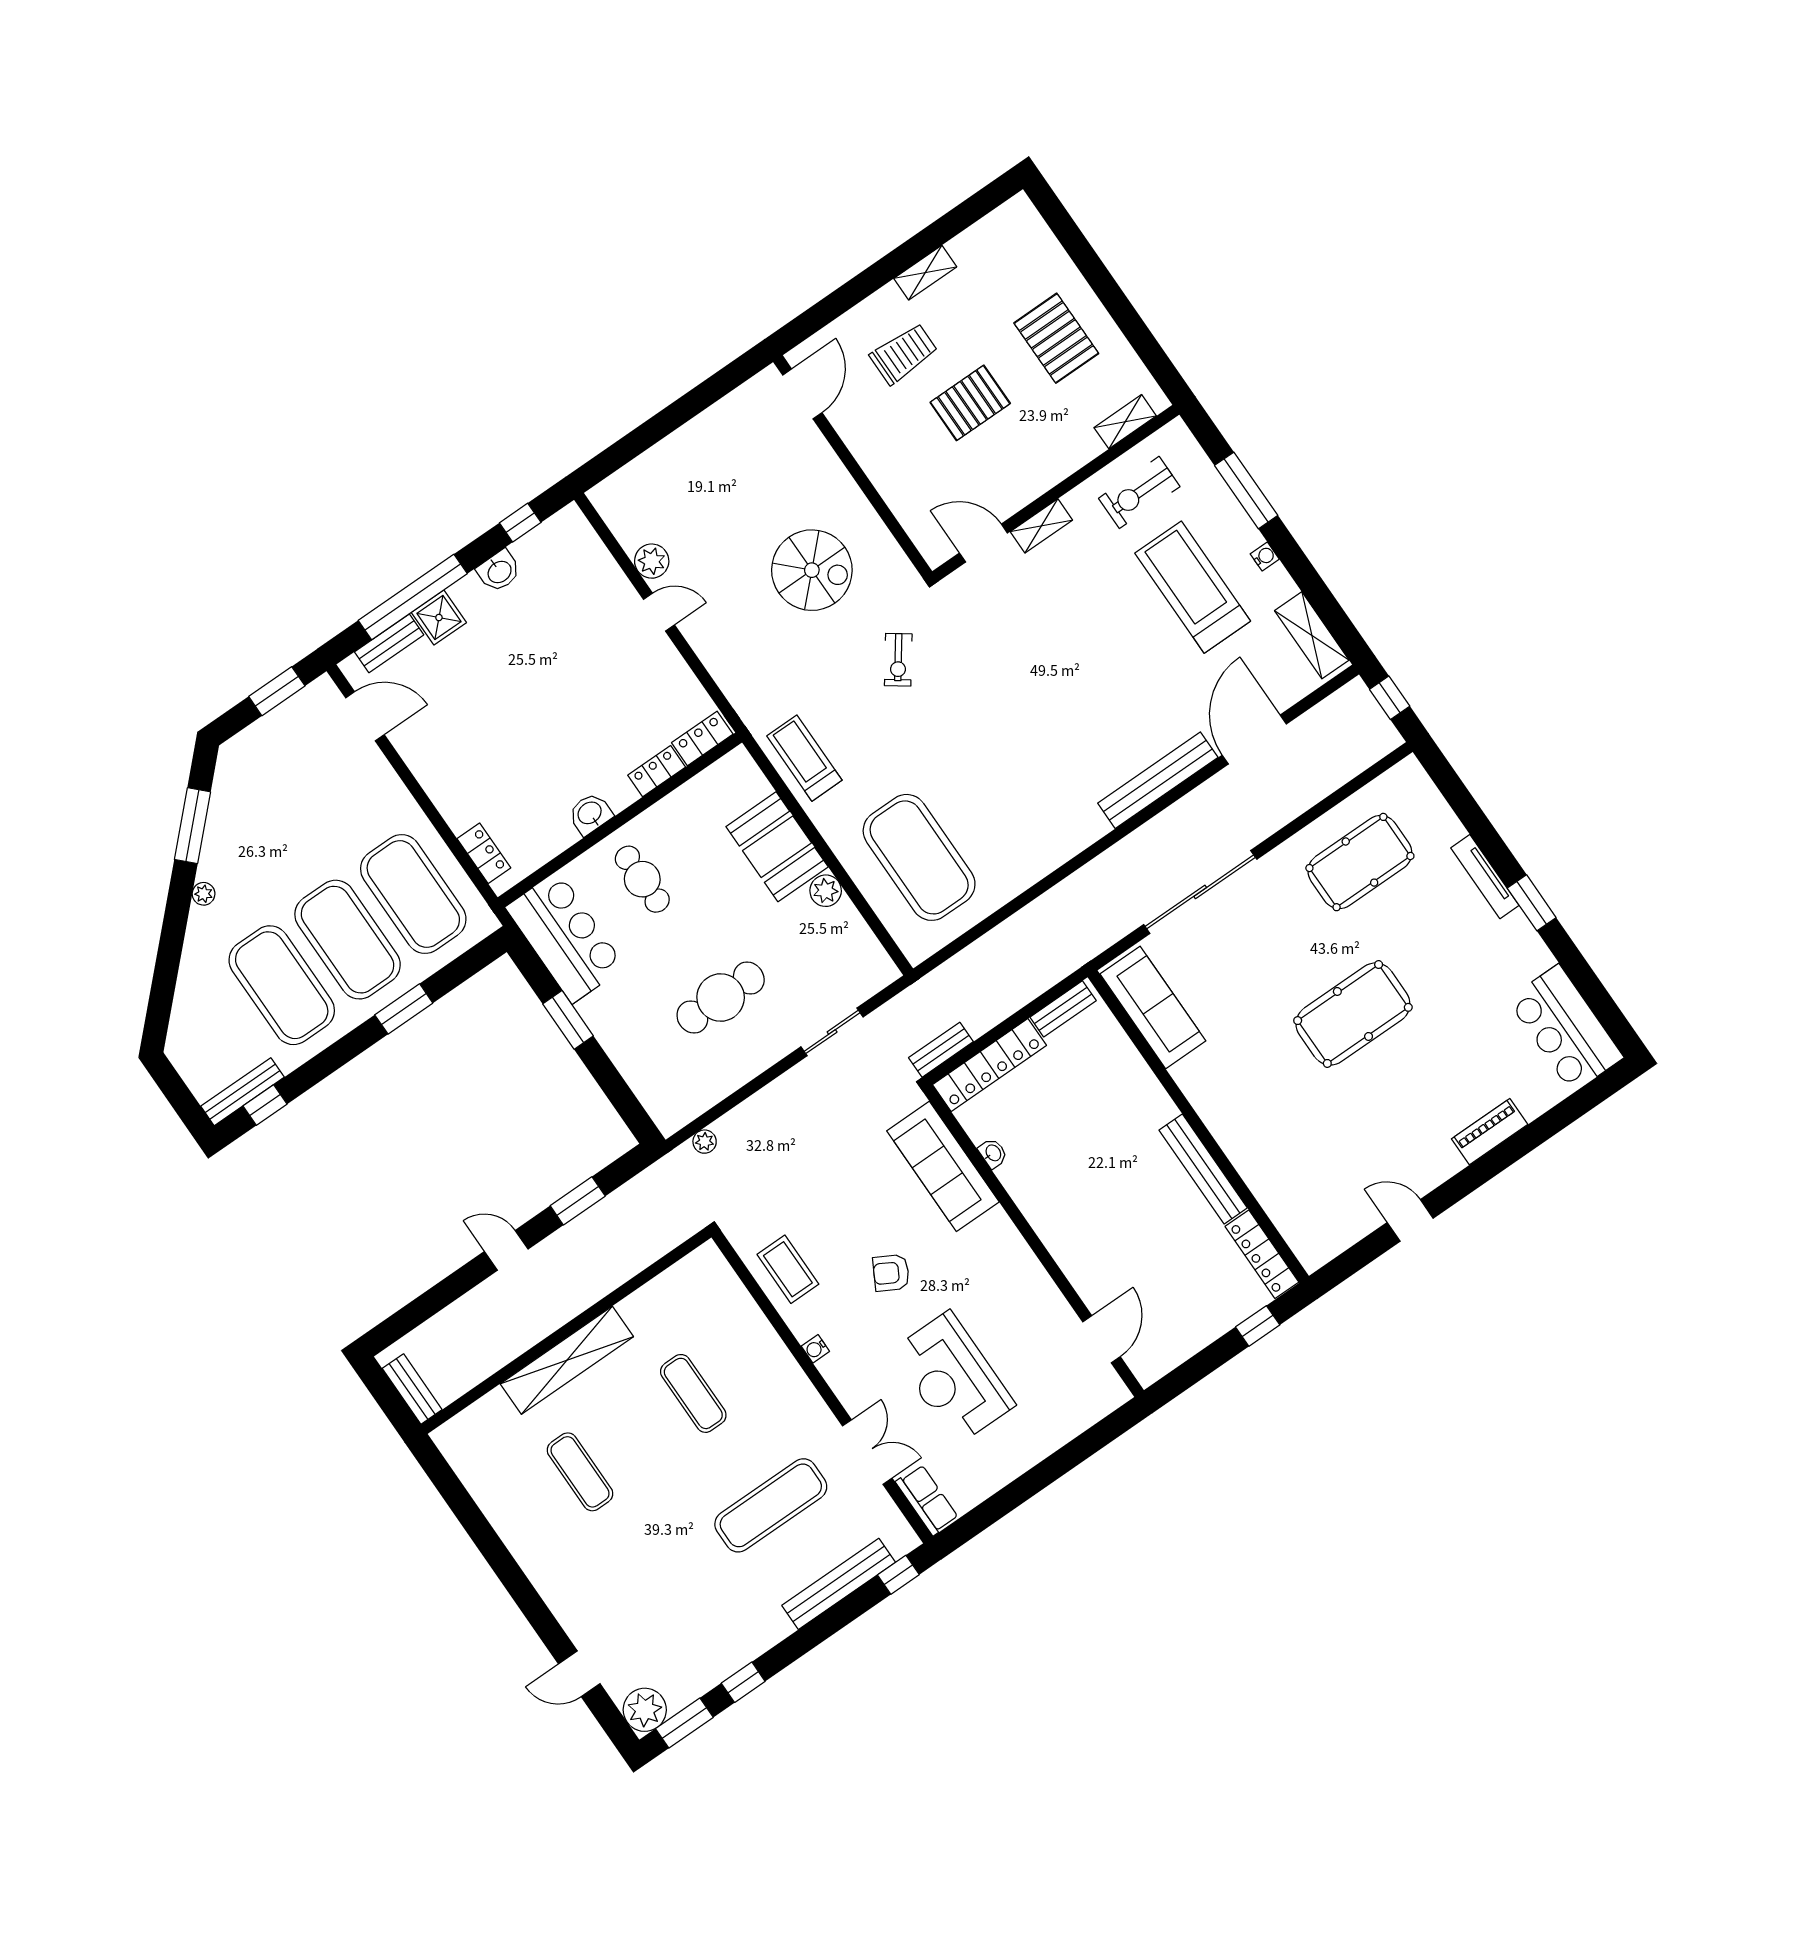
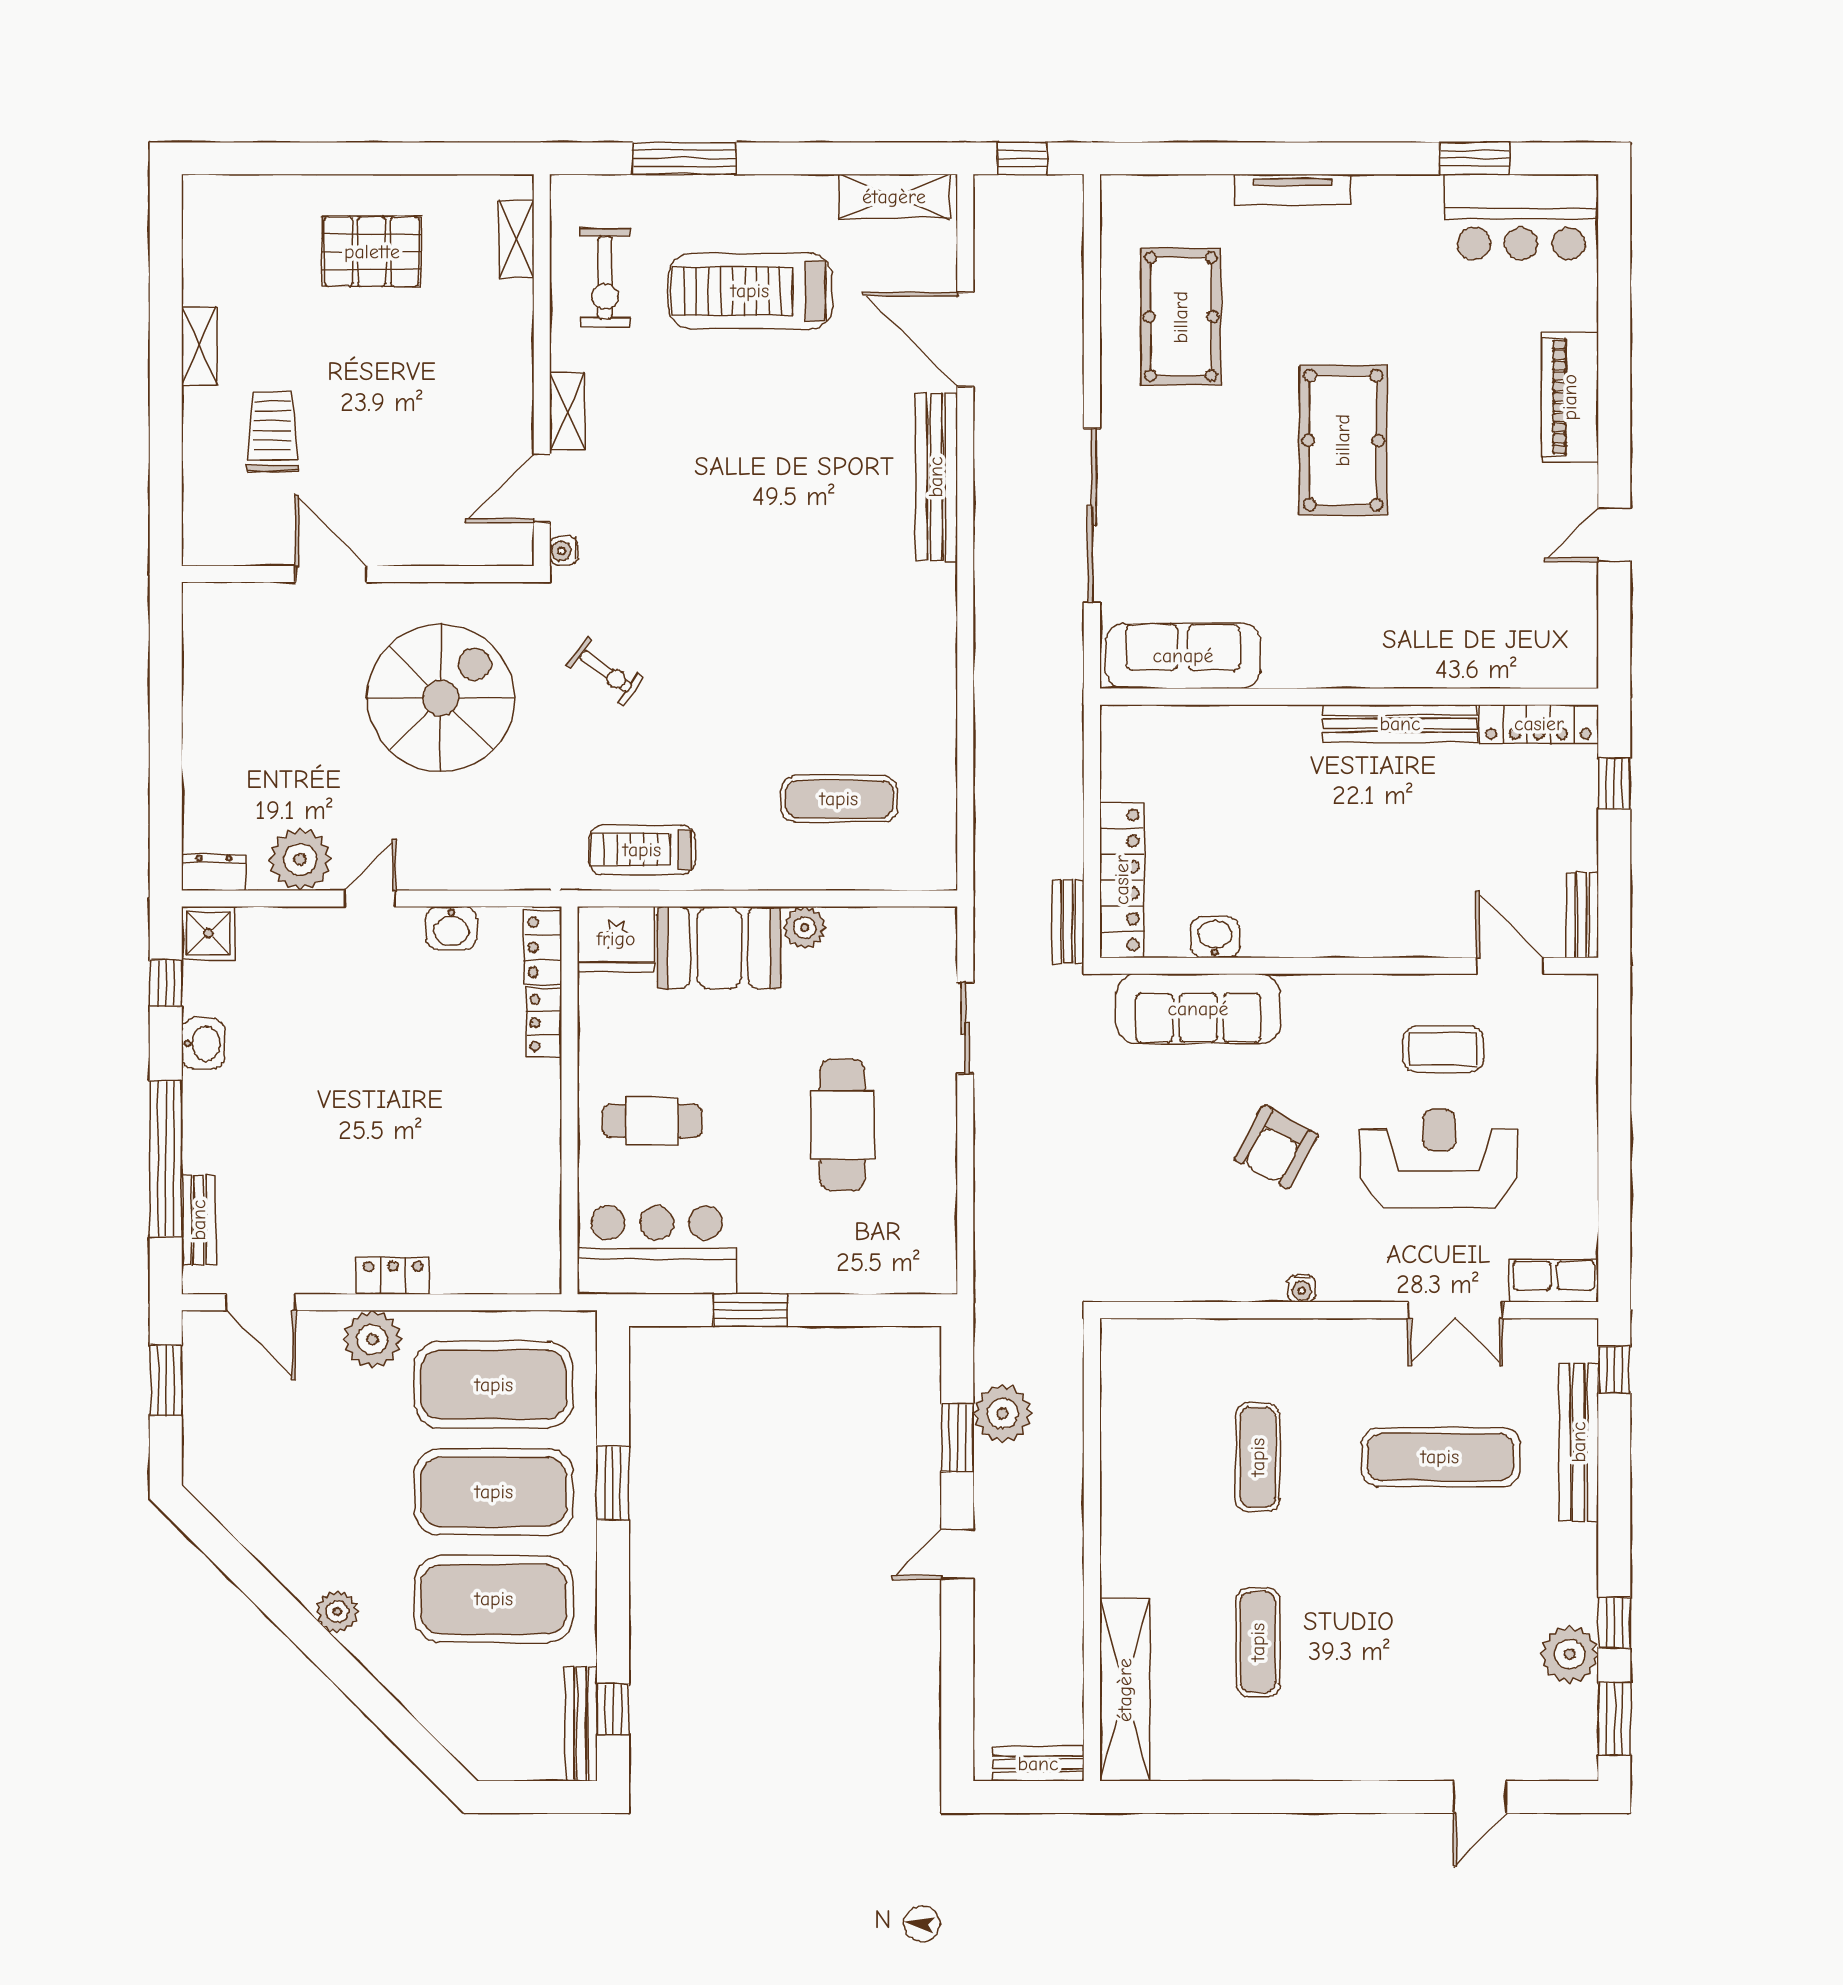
door: (802, 394) -> (331, 574), moved
pallet: (970, 403) -> (377, 396), removed
dresser: (609, 505) -> (214, 872), added
water cooler: (1265, 556) -> (564, 551), moved, turned -90
plant: (652, 561) -> (300, 859), width x1.36, depth x1.36
spiral stairs: (812, 570) -> (441, 698), width x1.37, depth x1.37
shower: (439, 618) -> (208, 933), moved
door: (365, 716) -> (261, 1302), swing flipped
fridge: (738, 780) -> (616, 939), added
plant: (390, 800) -> (372, 1339), added
washbasin: (590, 814) -> (451, 928), moved, turned -90
window: (192, 826) -> (250, 1576), removed
locker: (484, 853) -> (393, 1276), moved
exercise mat: (919, 857) -> (839, 799), width x0.50, depth x0.69
plant: (204, 894) -> (337, 1612), width x1.38, depth x1.38
window: (1532, 903) -> (1475, 158), moved
bench: (1063, 1009) -> (1582, 915), moved
piano: (1490, 1132) -> (1570, 397), width x1.37, depth x1.33
plant: (705, 1142) -> (1002, 1413), moved, width x1.87, depth x1.87
washbasin: (993, 1153) -> (1215, 937), width x1.38, depth x1.45
coffee table: (788, 1269) -> (1443, 1049), moved
armchair: (891, 1273) -> (1276, 1147), width x1.38, depth x1.38
shelving: (567, 1360) -> (1125, 1690), moved
reception desk: (953, 1378) -> (1439, 1159), turned 180
exercise mat: (693, 1393) -> (1258, 1457), turned 90
double door: (867, 1452) -> (1455, 1310), swing flipped
exercise mat: (580, 1472) -> (1258, 1642), turned 90
exercise mat: (771, 1505) -> (1440, 1457), turned 90
plant: (645, 1710) -> (1570, 1654), moved

